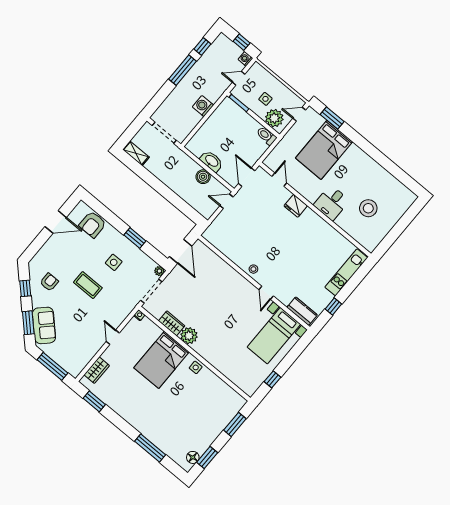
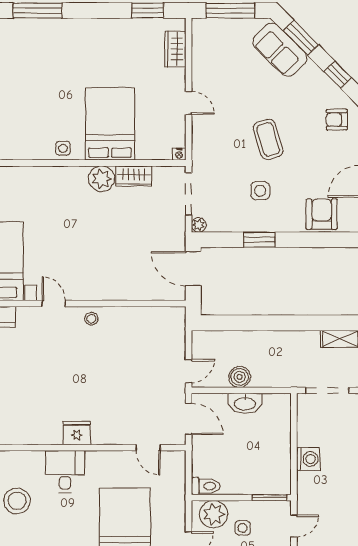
fridge: (296, 206) -> (77, 433), moved
armchair: (49, 282) -> (337, 120), moved, turned 90
coffee table: (88, 285) -> (268, 139), turned 73

